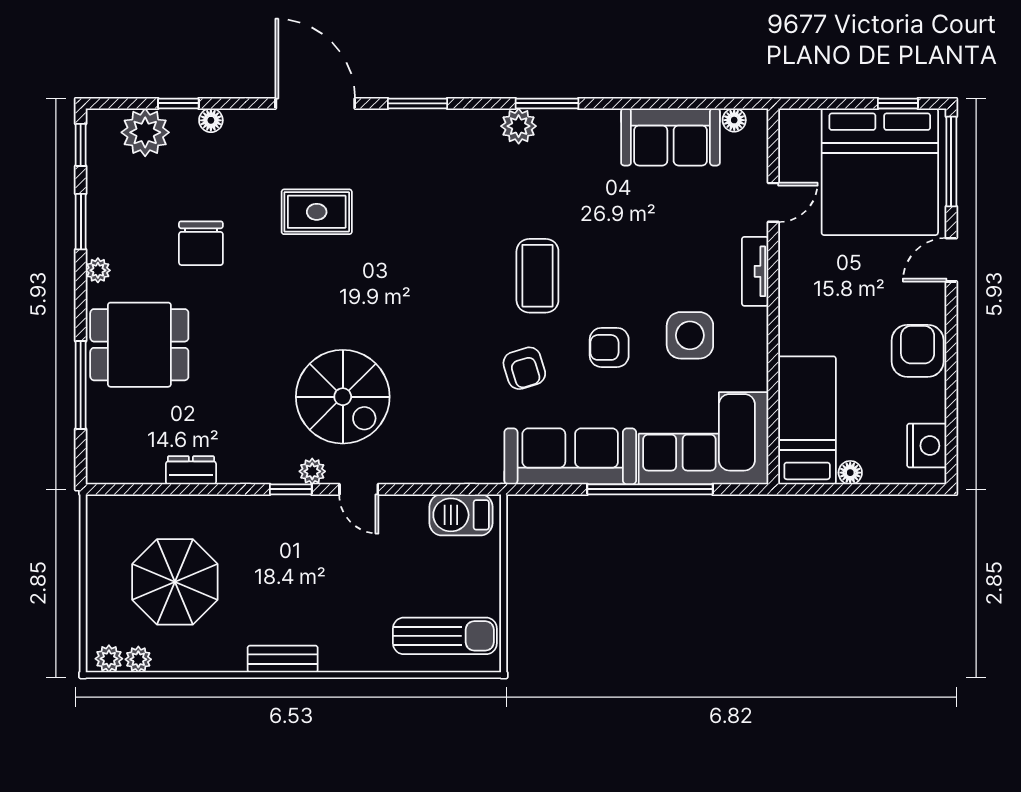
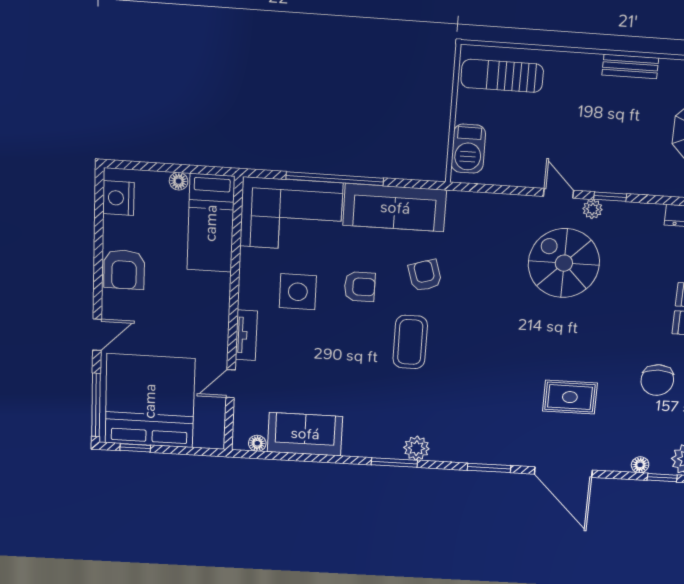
chair: (201, 243) -> (657, 380), turned 180
barbecue: (461, 515) -> (468, 149), moved, turned 90

